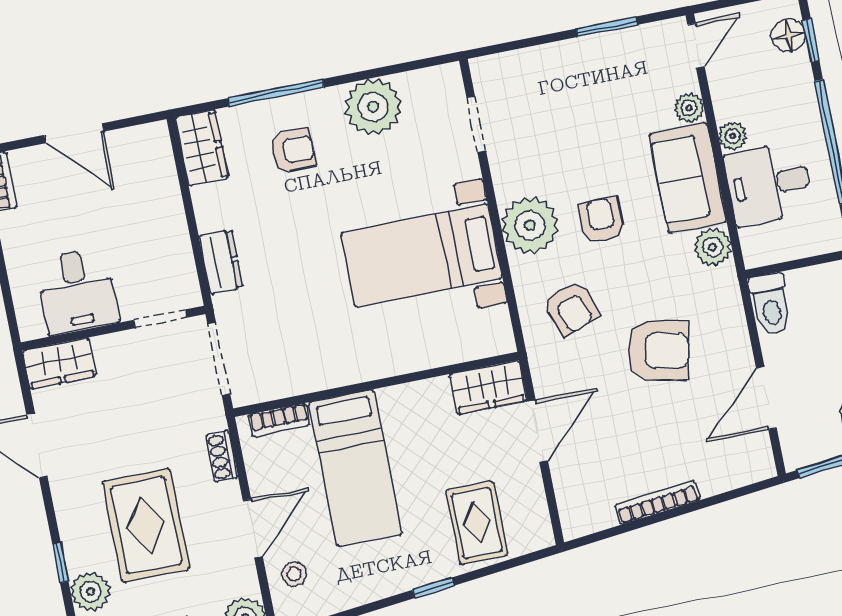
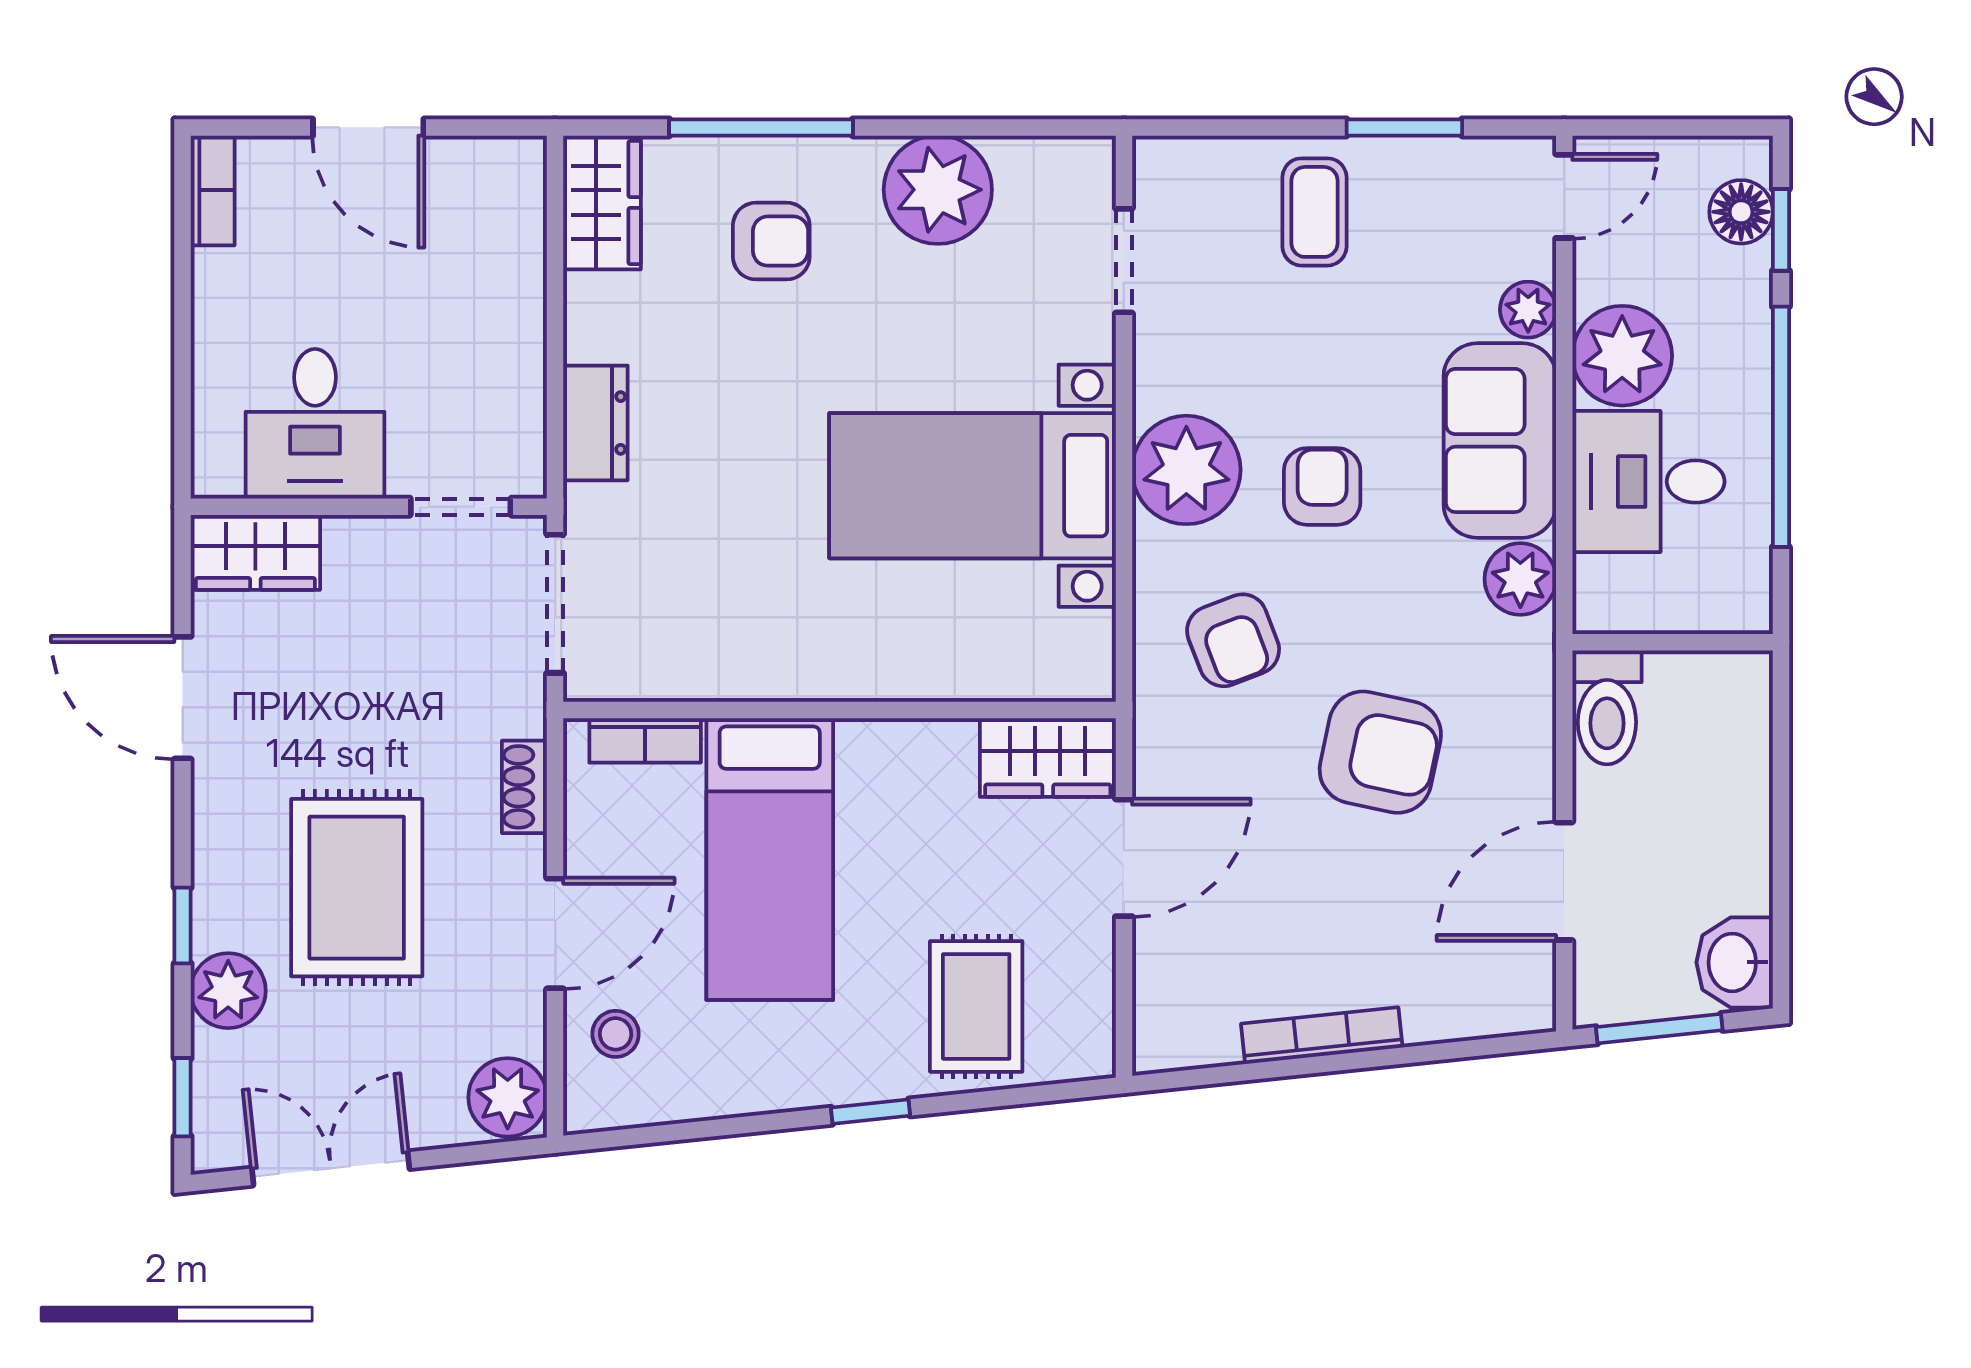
coffee table: (569, 79) -> (1314, 212), added
plant: (733, 136) -> (1622, 356), width x1.88, depth x1.88

